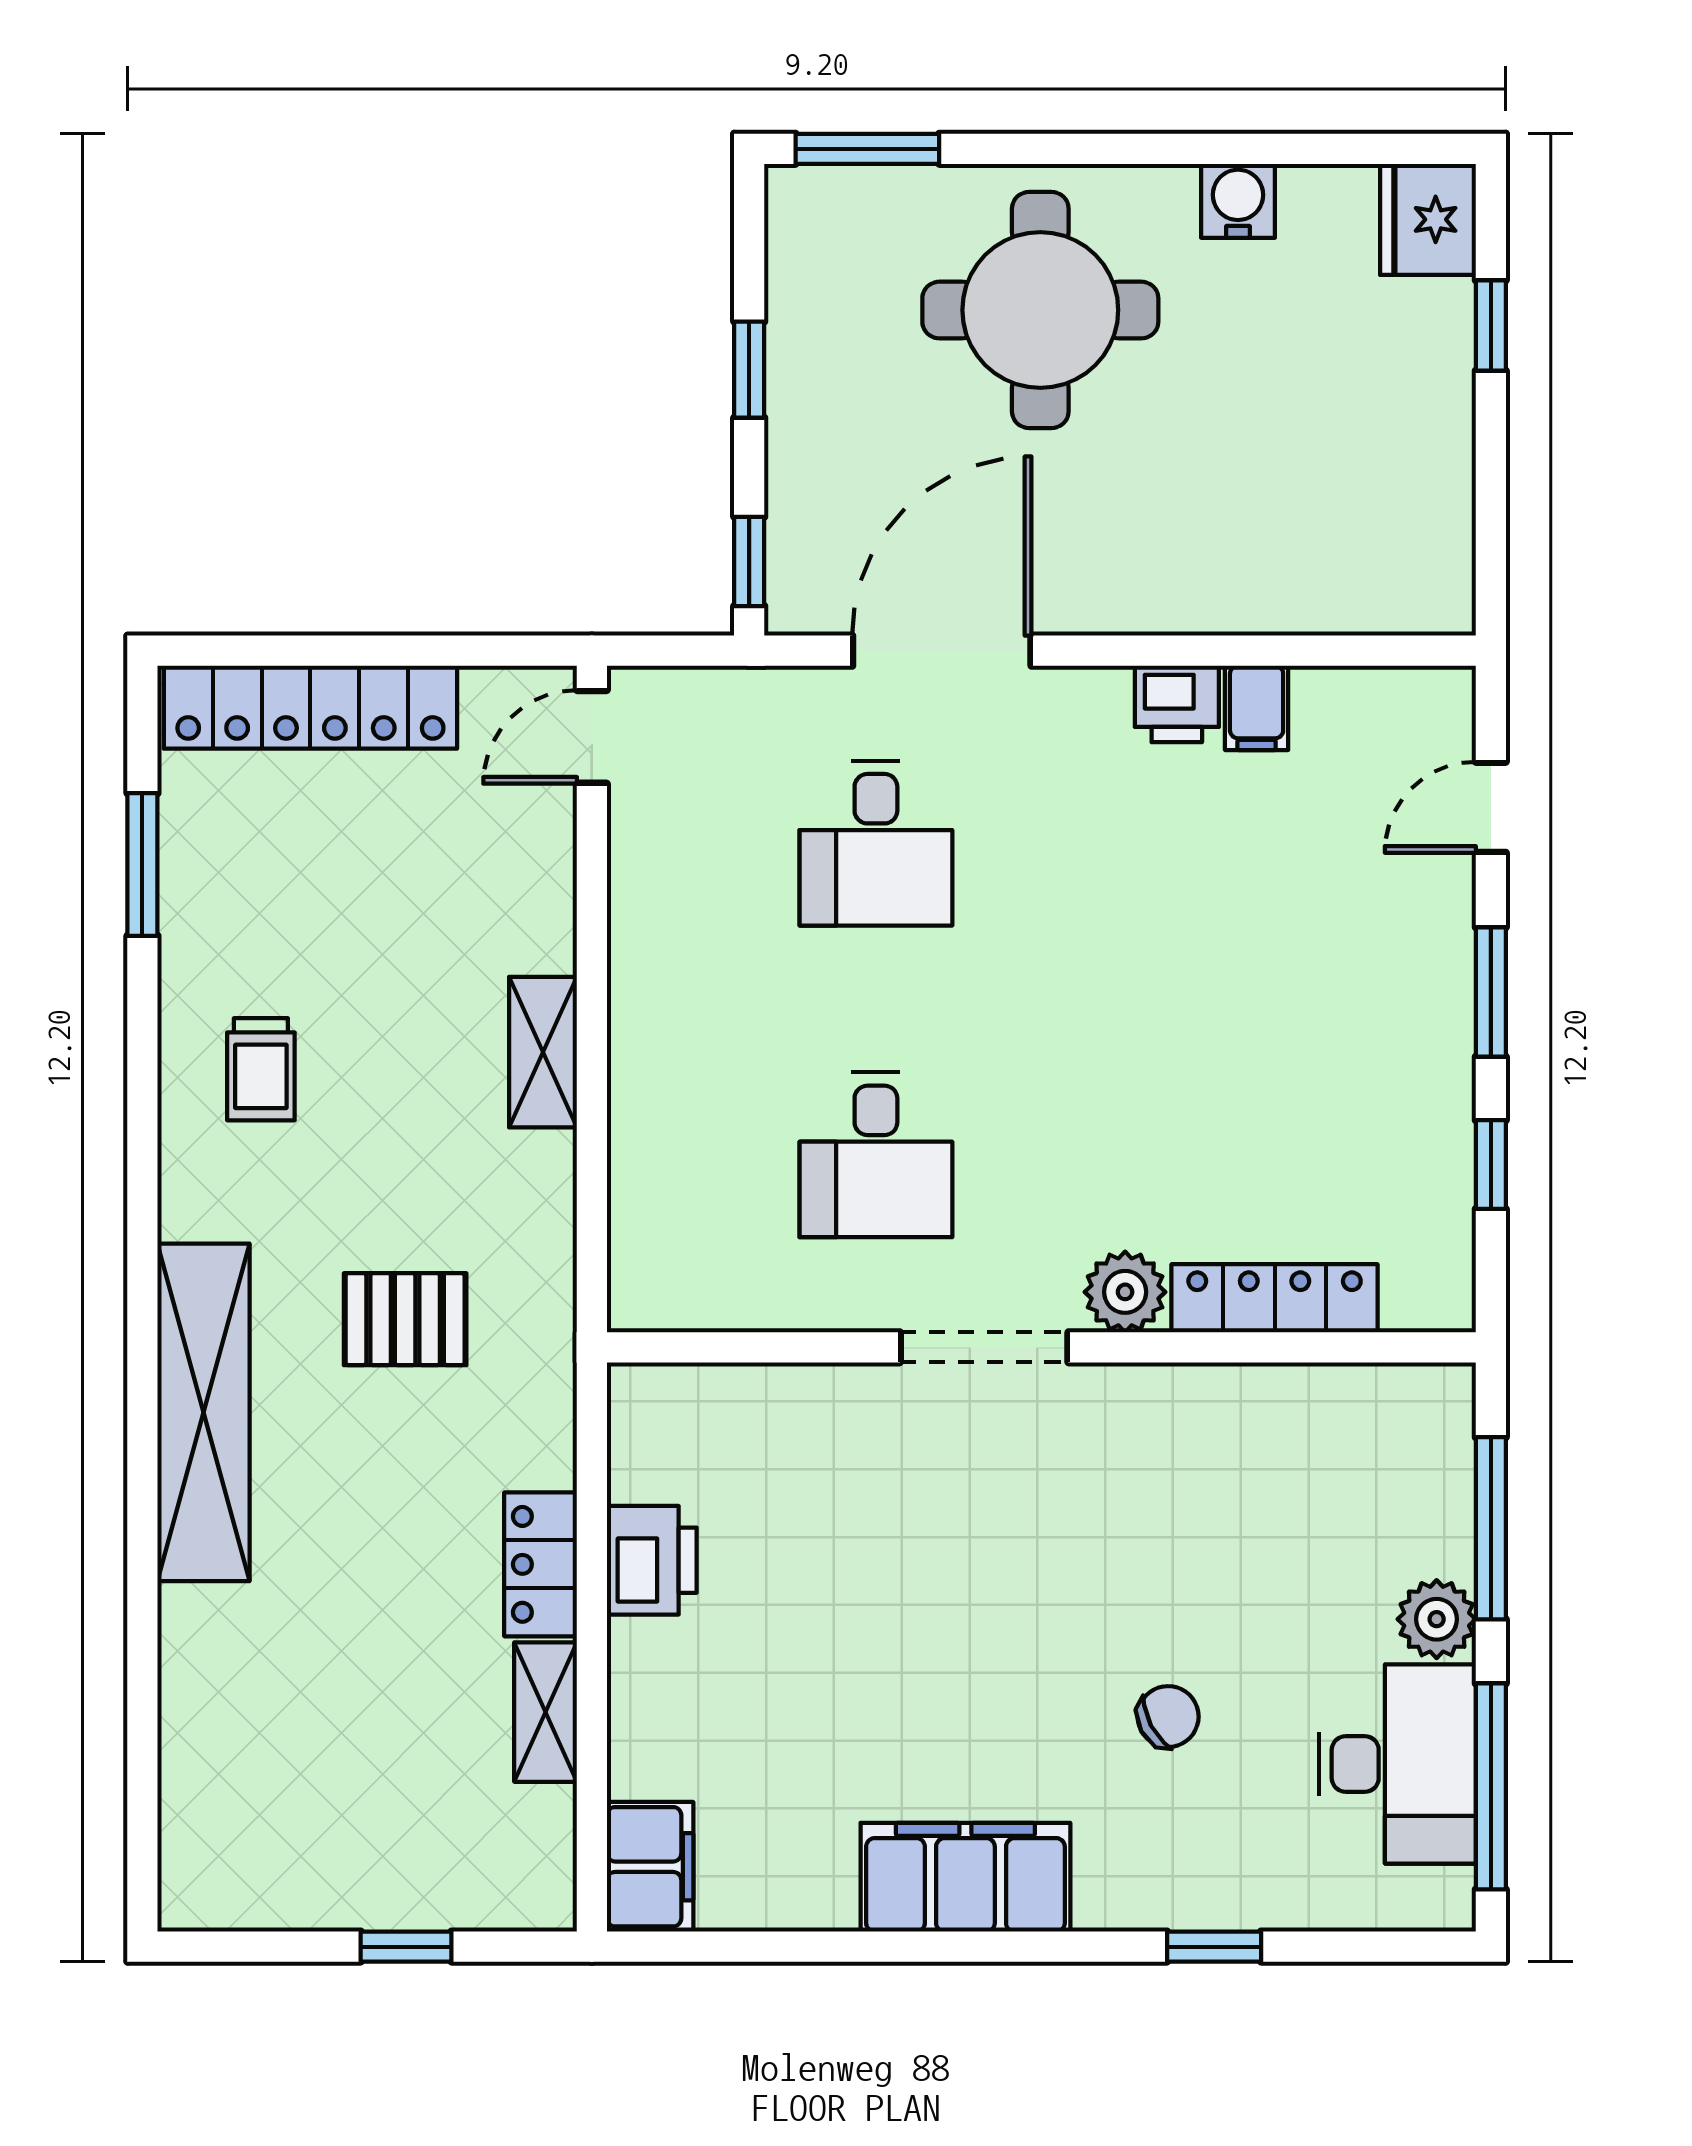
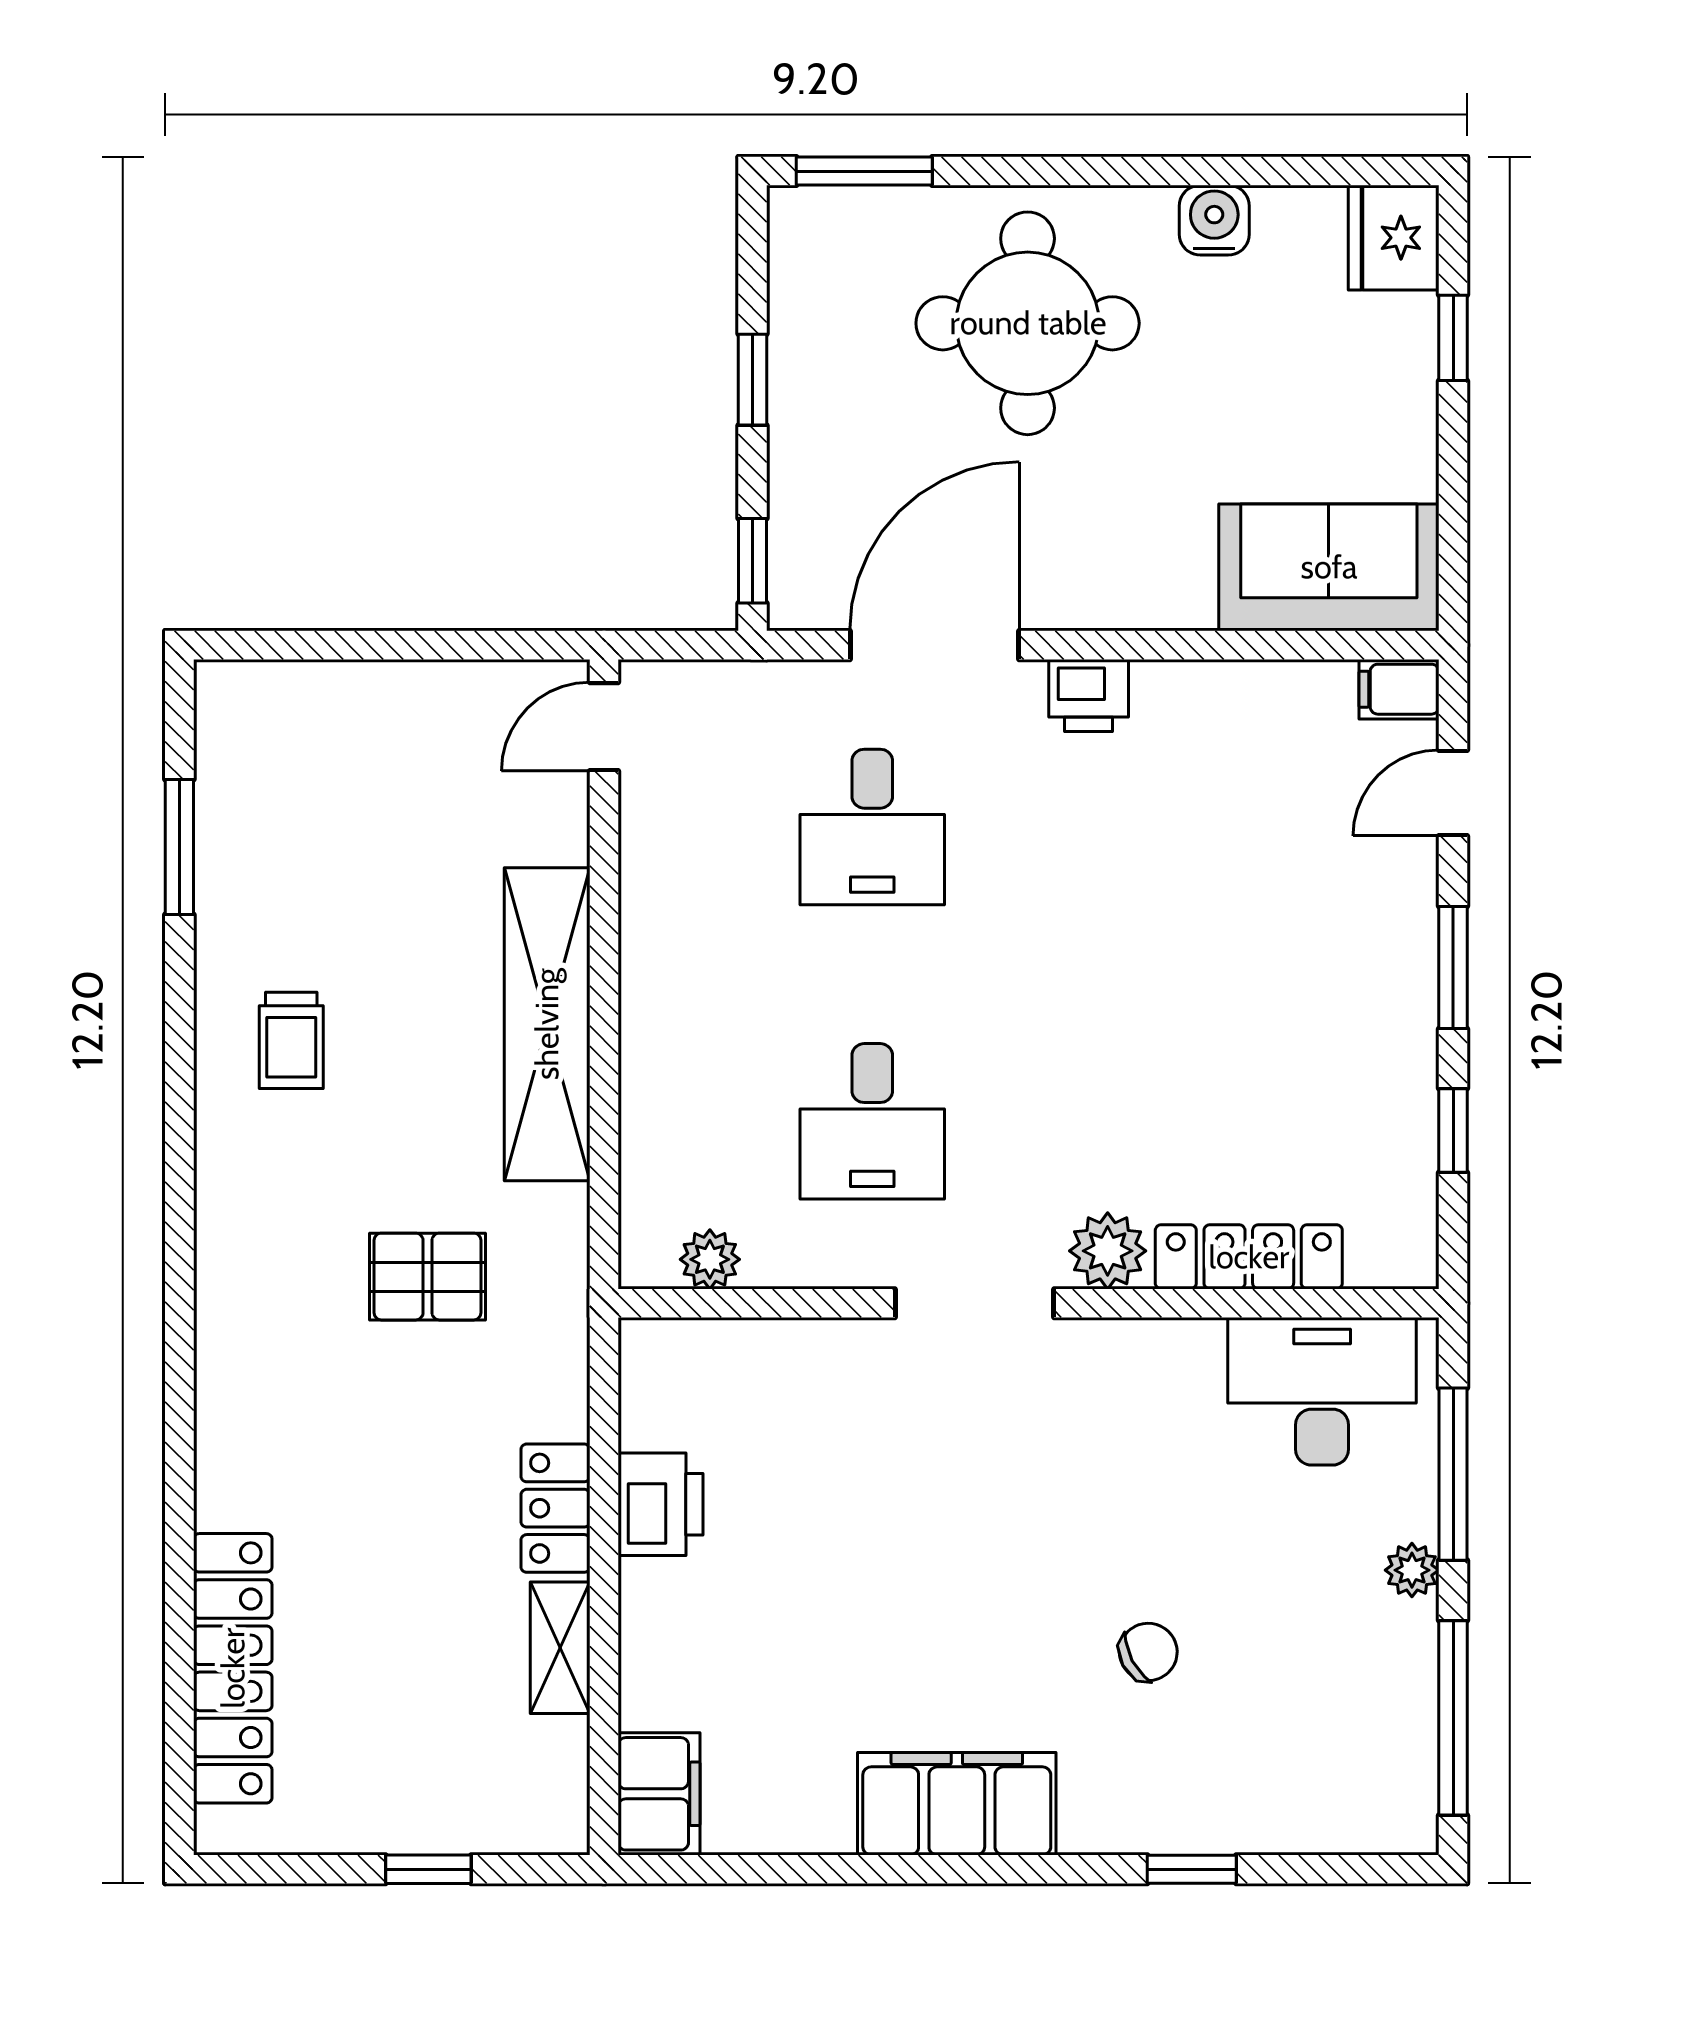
sofa: (1359, 568) -> (1329, 567), added
printer: (1177, 704) -> (1089, 695), moved
locker: (310, 707) -> (233, 1668), moved, turned -90
filing cabinet: (1257, 708) -> (1399, 689), moved, turned 90
shelving: (543, 1052) -> (547, 1024), width x2.20, depth x1.33
plant: (704, 1301) -> (710, 1259), added
shelving: (203, 1412) -> (237, 1365), removed
plant: (1437, 1619) -> (1412, 1570), width x0.73, depth x0.73
desk: (1398, 1764) -> (1322, 1391), moved, turned -90

